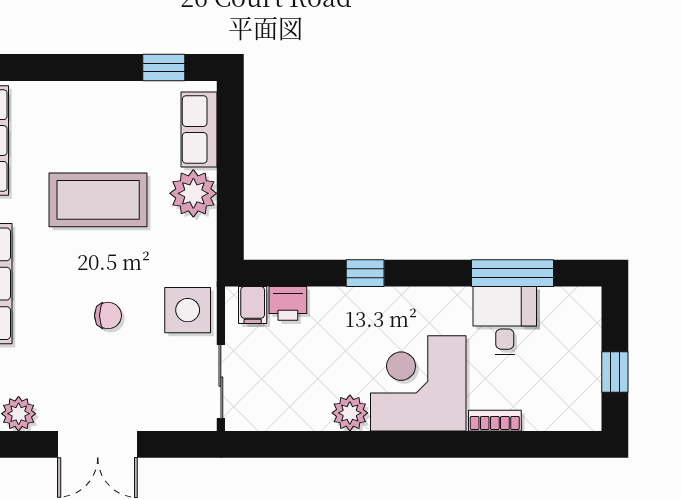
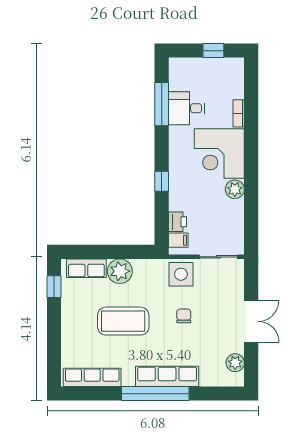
coffee table: (98, 200) -> (123, 321), turned 90

